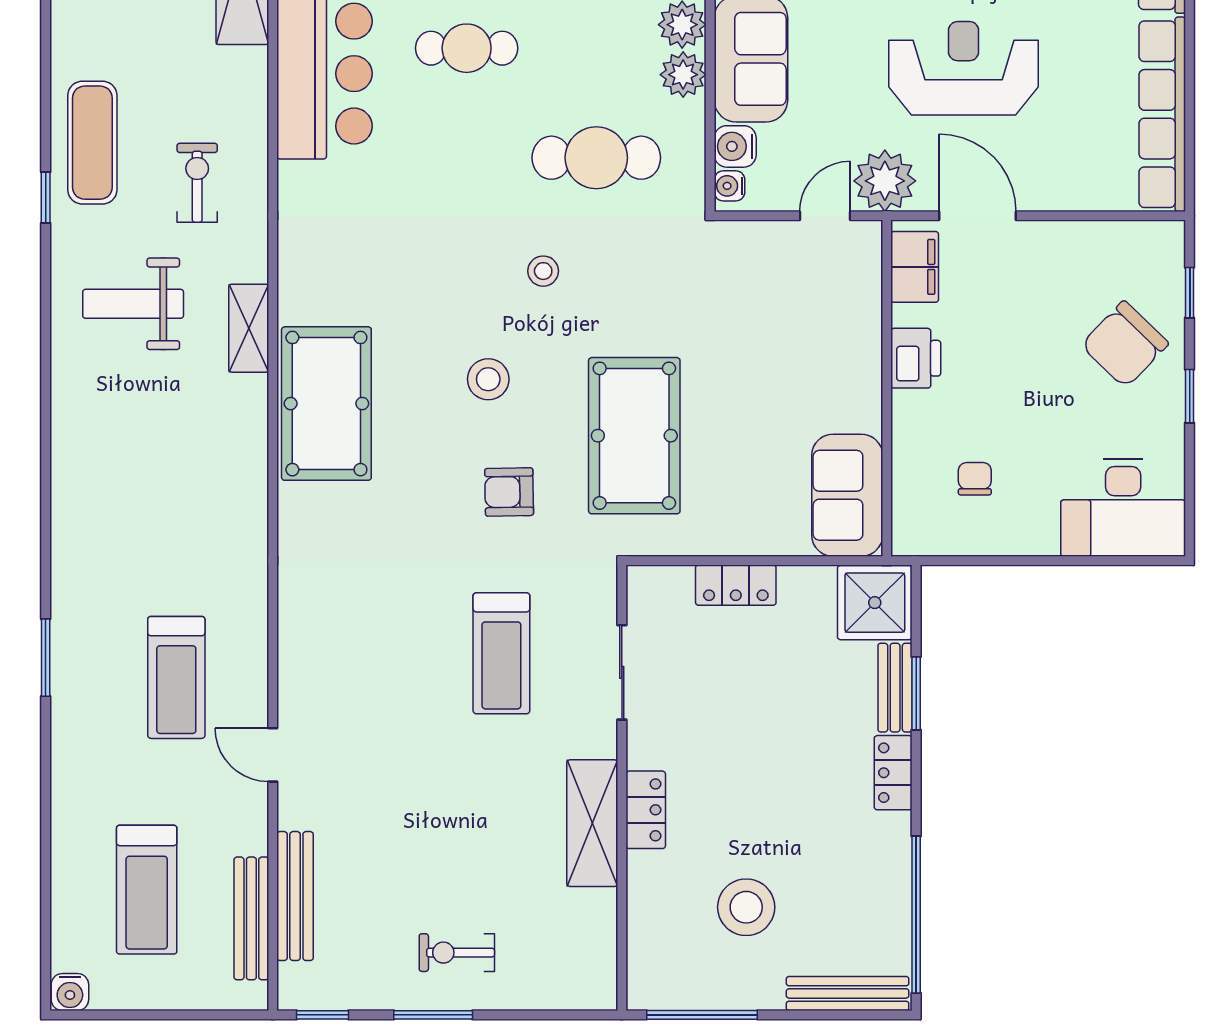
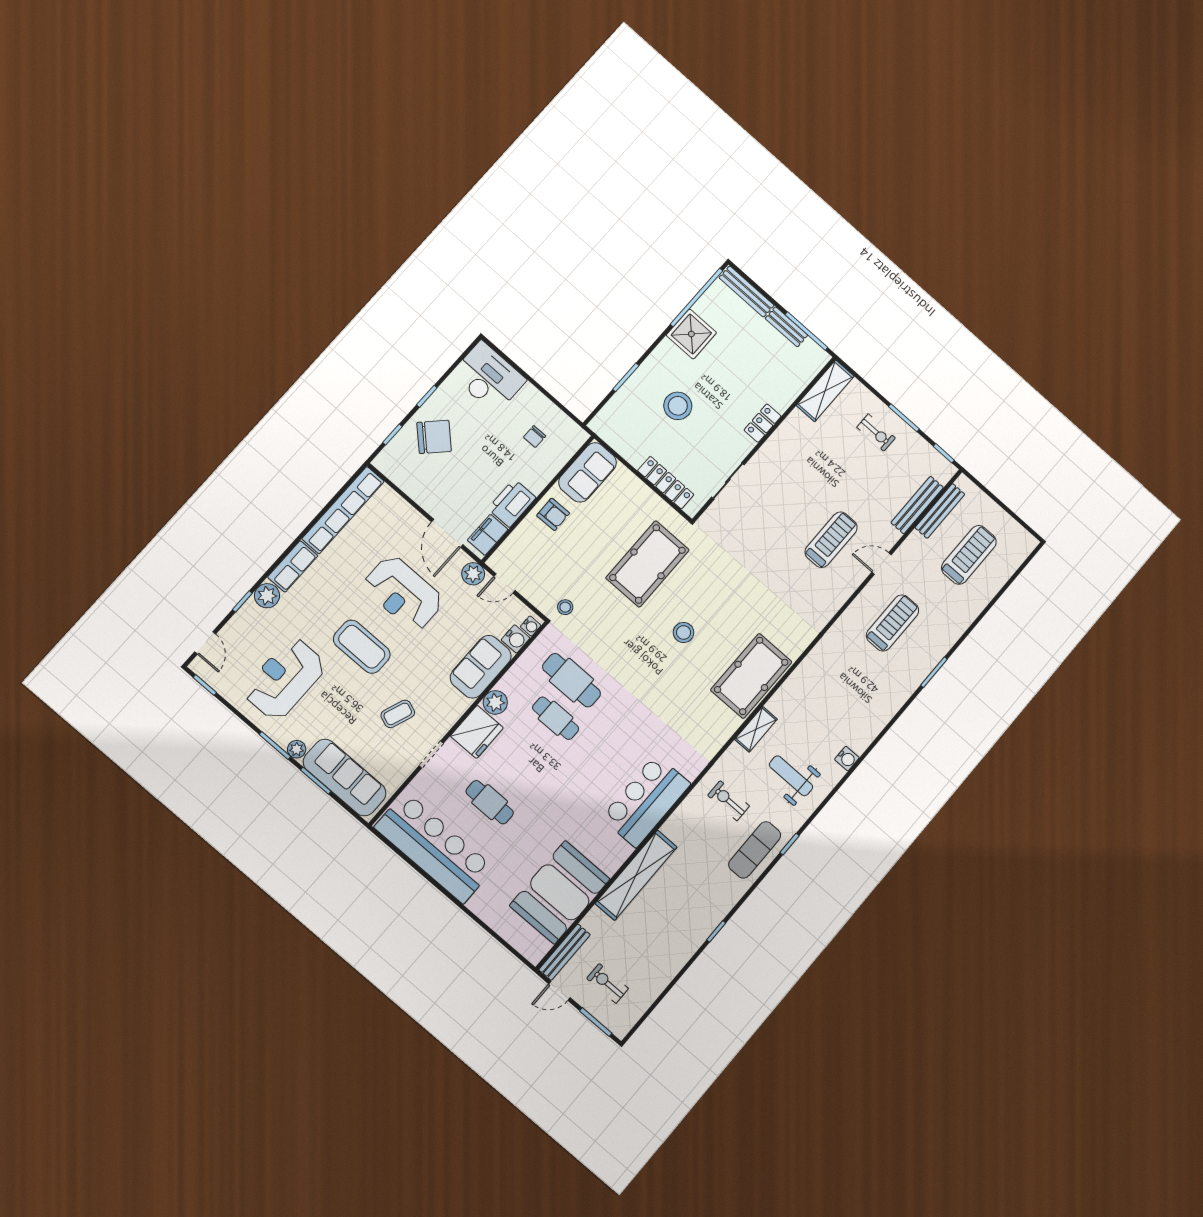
cafe table: (467, 48) -> (556, 718), moved
plant: (683, 75) -> (511, 683), removed
plant: (885, 181) -> (473, 574), width x0.73, depth x0.73
exercise bike: (197, 183) -> (729, 801), turned 90
stool: (543, 271) -> (565, 607), moved
weight bench: (133, 304) -> (791, 776), turned 180
printer: (916, 358) -> (512, 503), width x1.37, depth x1.19
armchair: (509, 492) -> (553, 514), moved
locker: (736, 585) -> (666, 483), width x1.53
shower: (875, 603) -> (691, 334), moved
treadmill: (501, 653) -> (831, 540), moved
bench: (895, 688) -> (786, 327), moved, turned 90
door: (273, 755) -> (882, 564), swing flipped
locker: (893, 773) -> (660, 356), removed
shelving: (592, 823) -> (825, 391), moved
stool: (746, 907) -> (678, 406), moved
water cooler: (70, 992) -> (847, 759), moved, turned 90

